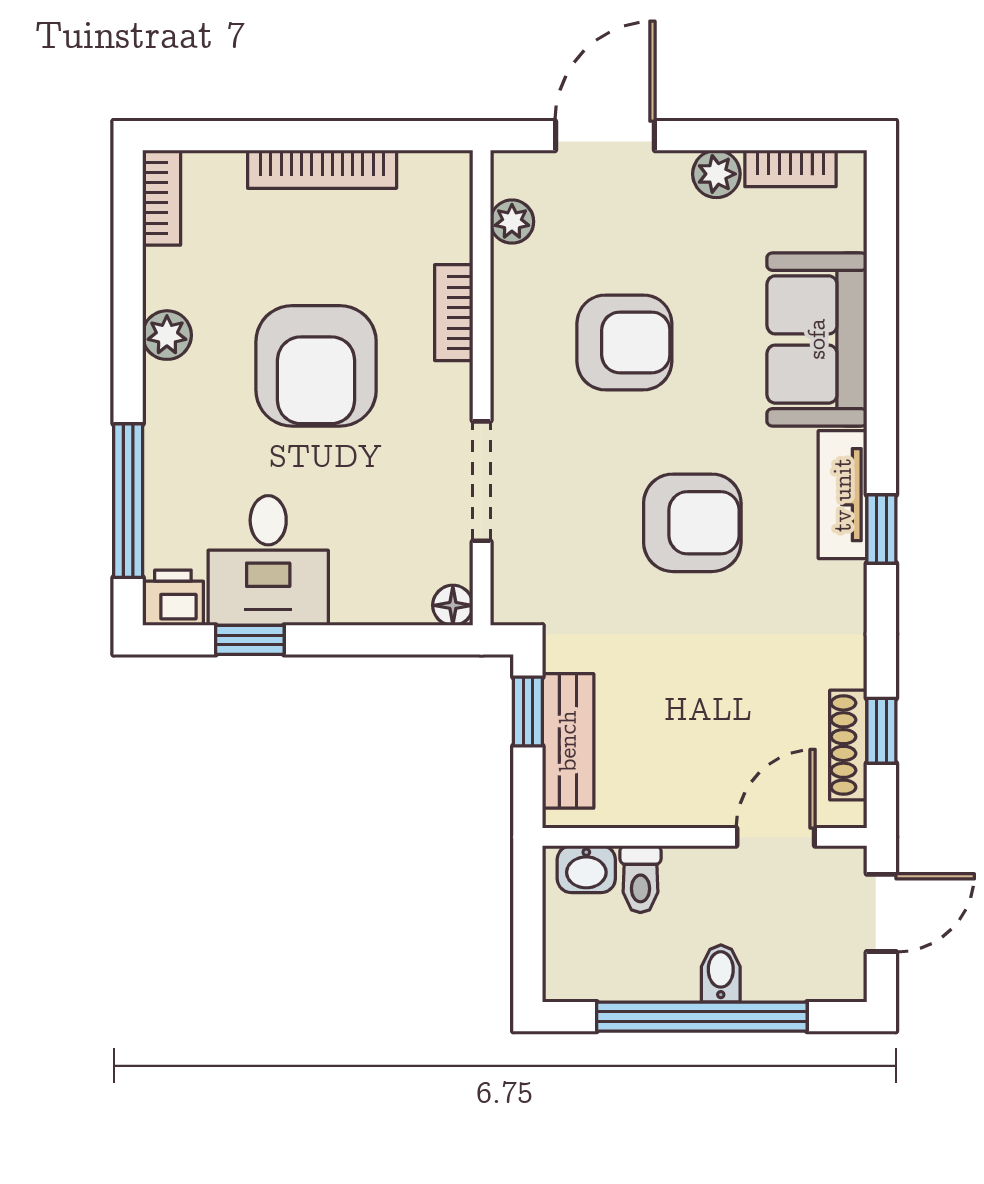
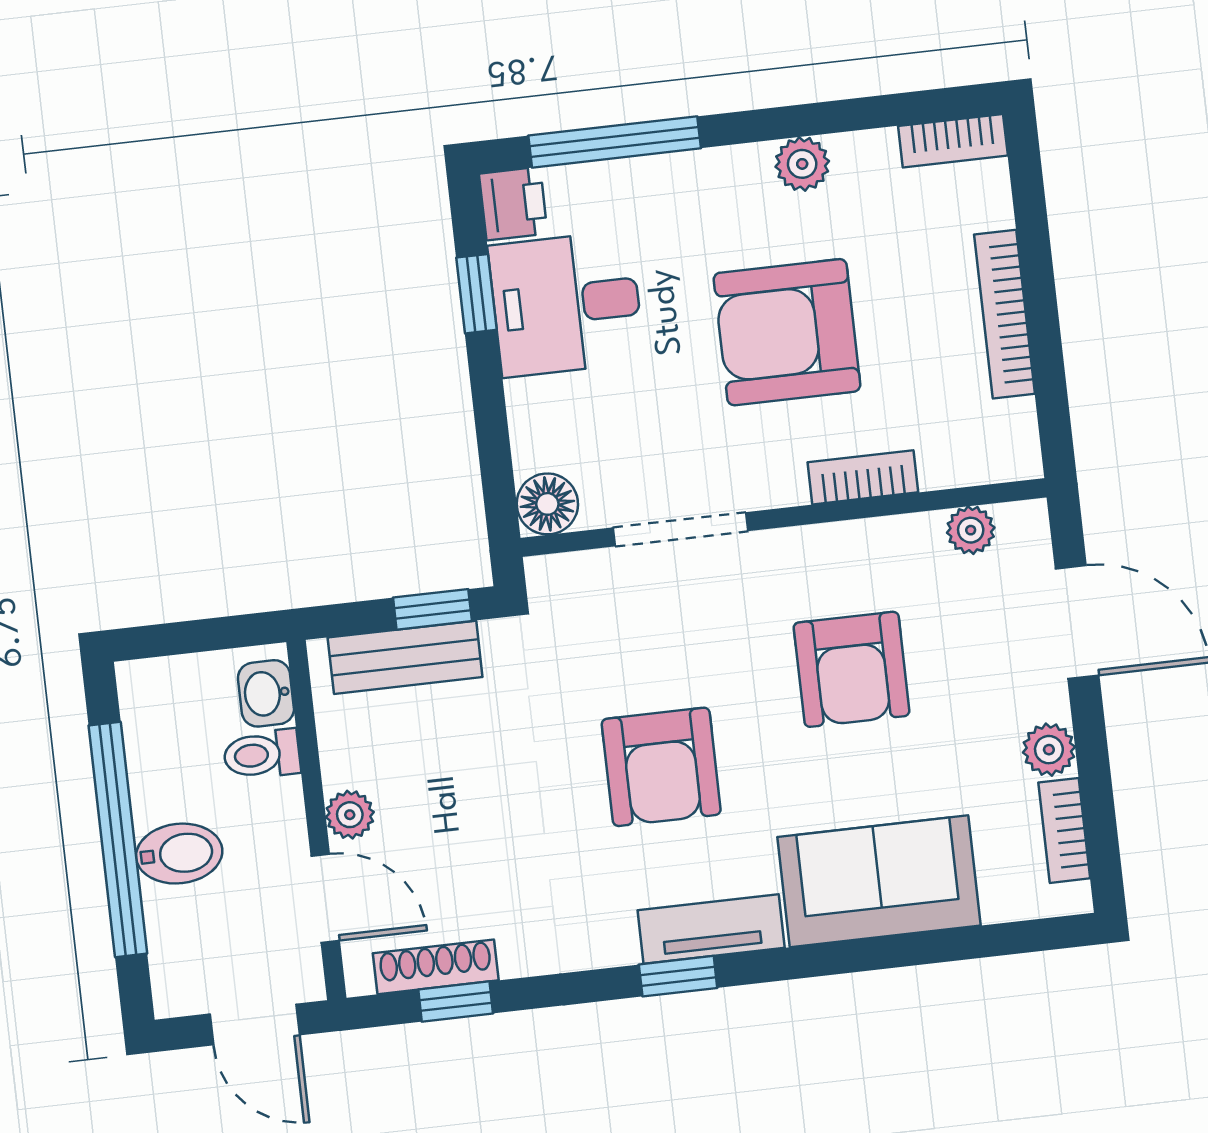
floor lamp: (453, 605) -> (547, 504), width x1.37, depth x1.37
plant: (703, 806) -> (350, 815), added
bidet: (721, 973) -> (179, 854), width x1.38, depth x1.36

